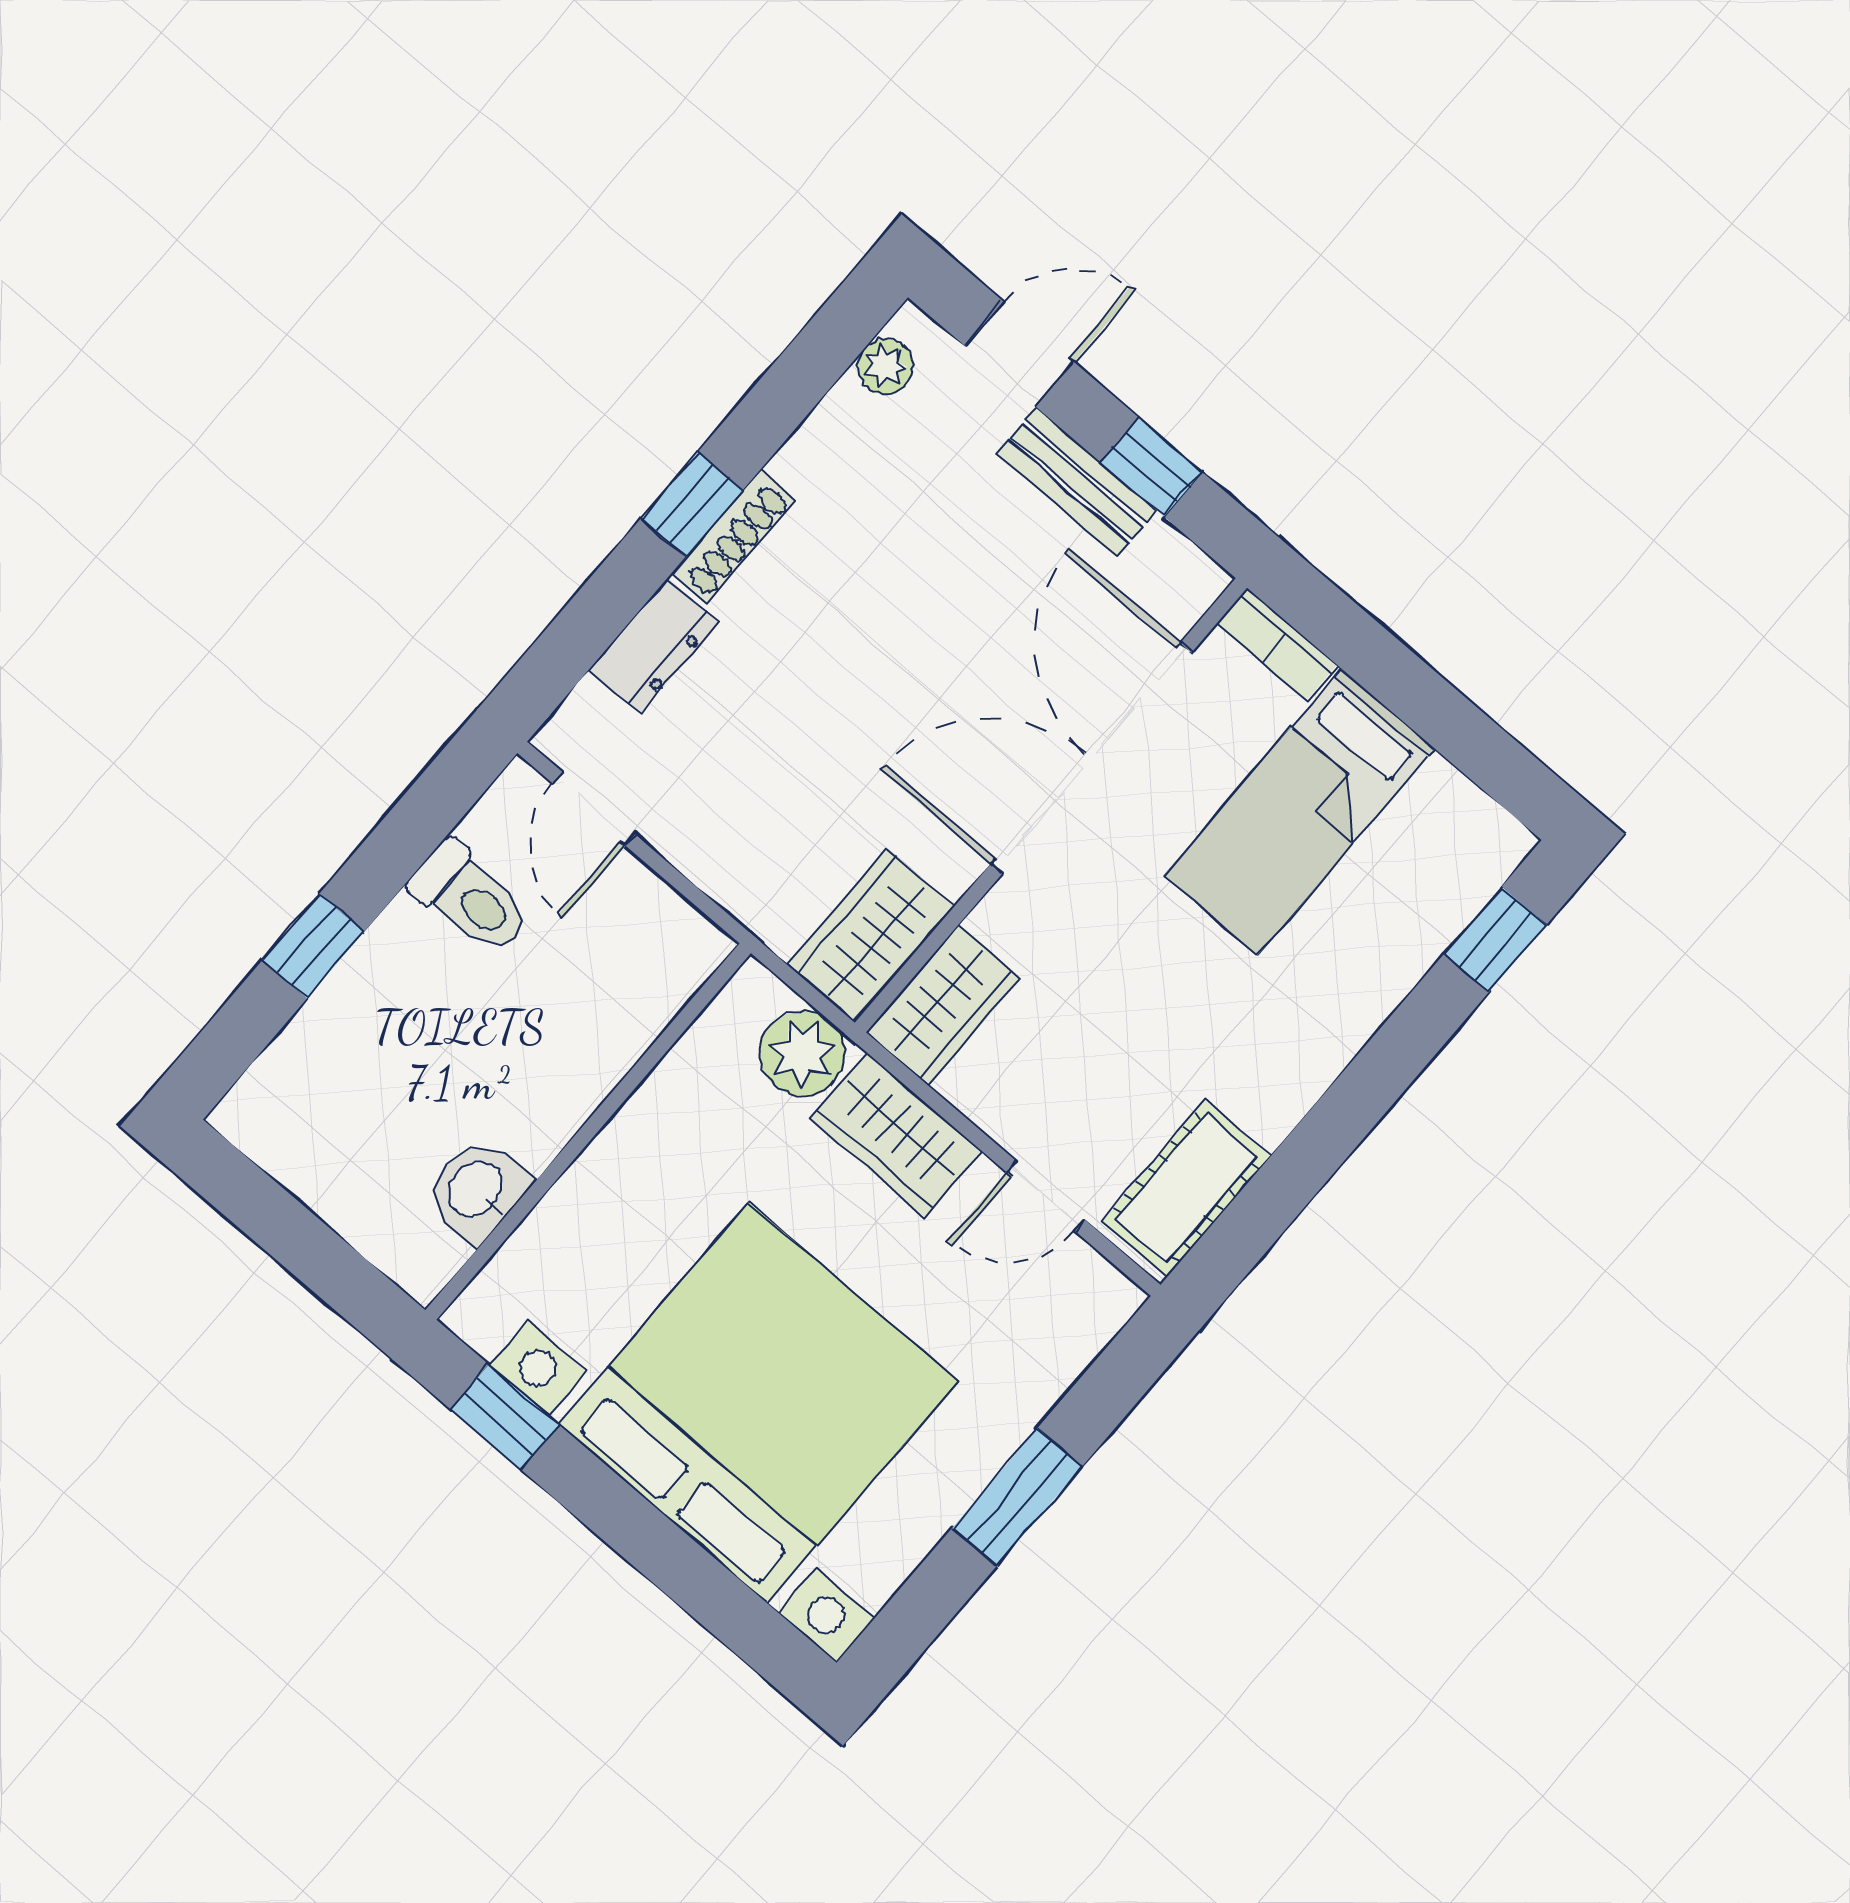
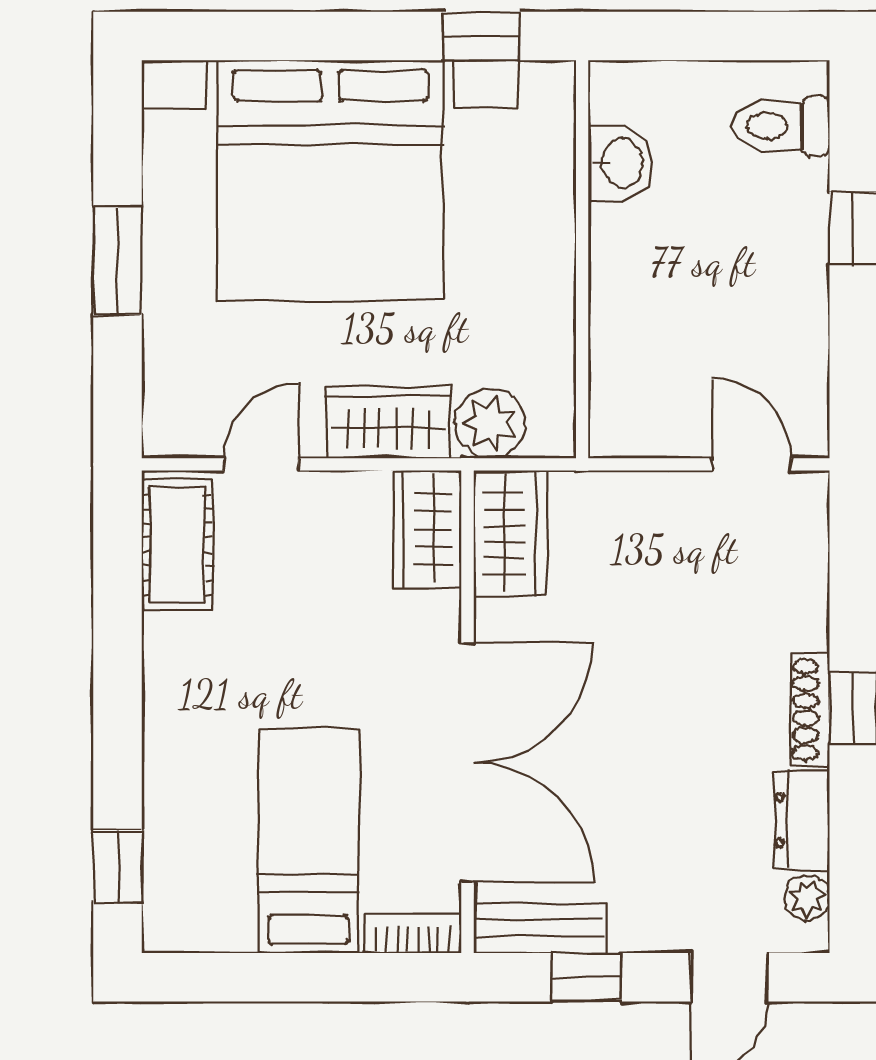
bench: (1077, 482) -> (539, 928), moved
dresser: (654, 646) -> (801, 820), moved
toilet: (471, 899) -> (781, 126), moved

